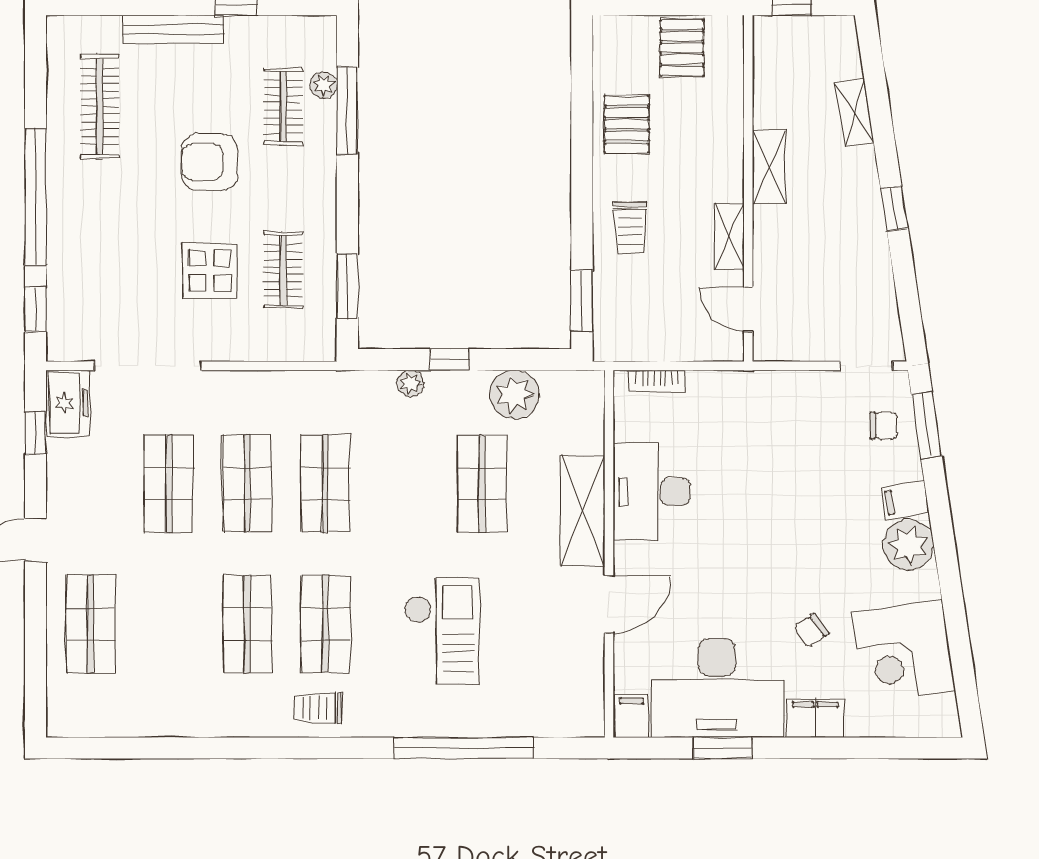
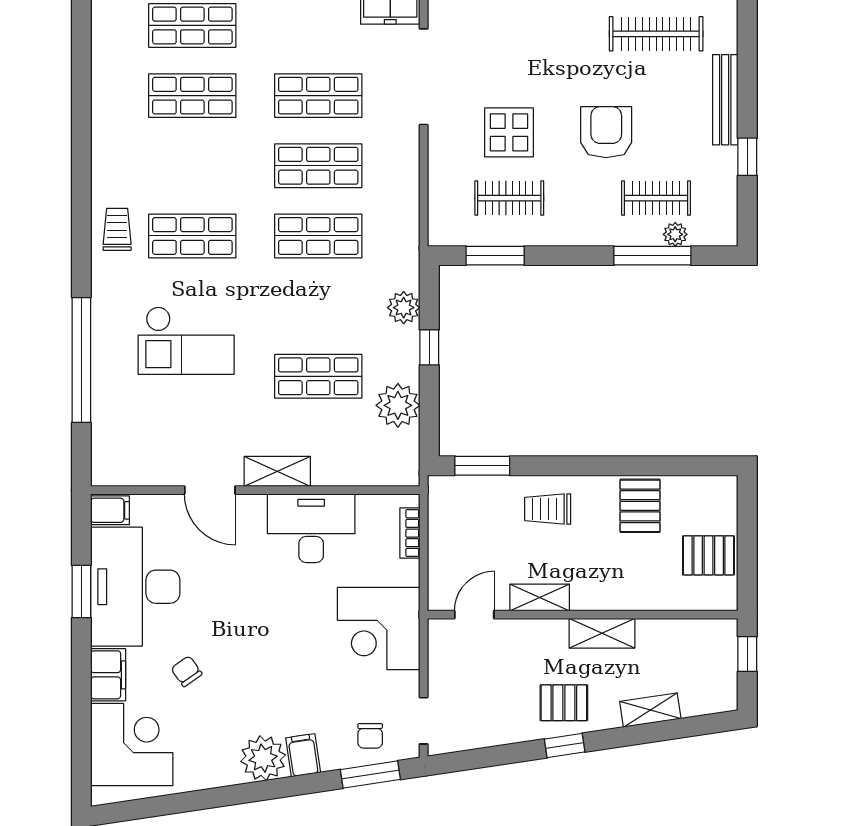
pallet: (627, 124) -> (640, 506), turned 90
pallet: (847, 209) -> (564, 703), added
plant: (410, 383) -> (404, 308), width x1.38, depth x1.38
corner desk: (764, 416) -> (379, 629), added
shelving: (583, 511) -> (277, 471), width x0.67, depth x0.75
shop shelf: (247, 624) -> (192, 96), moved
corner desk: (903, 651) -> (132, 744), moved, turned 98

